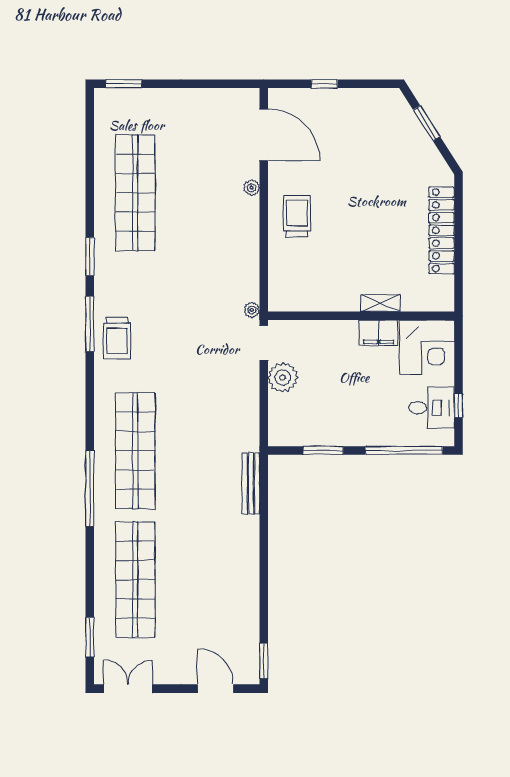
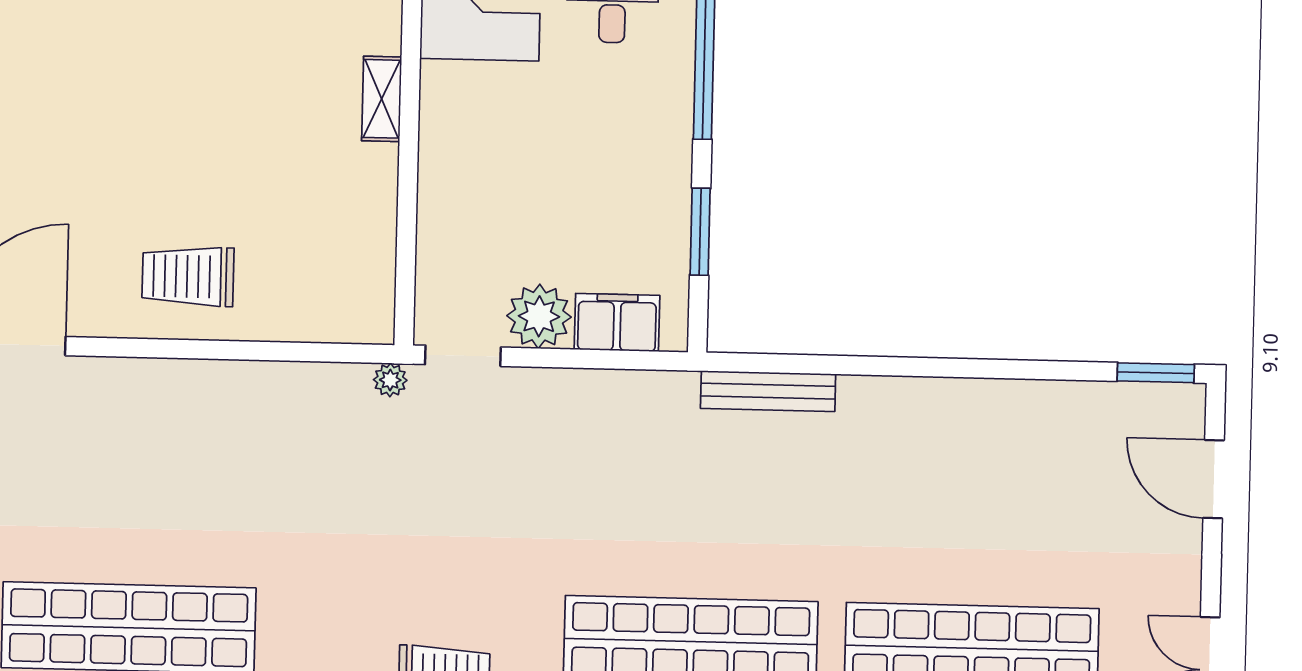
plant: (252, 188) -> (124, 374), removed
filing cabinet: (379, 333) -> (617, 322), moved, turned -90
door: (216, 689) -> (1214, 479), hinge flipped

